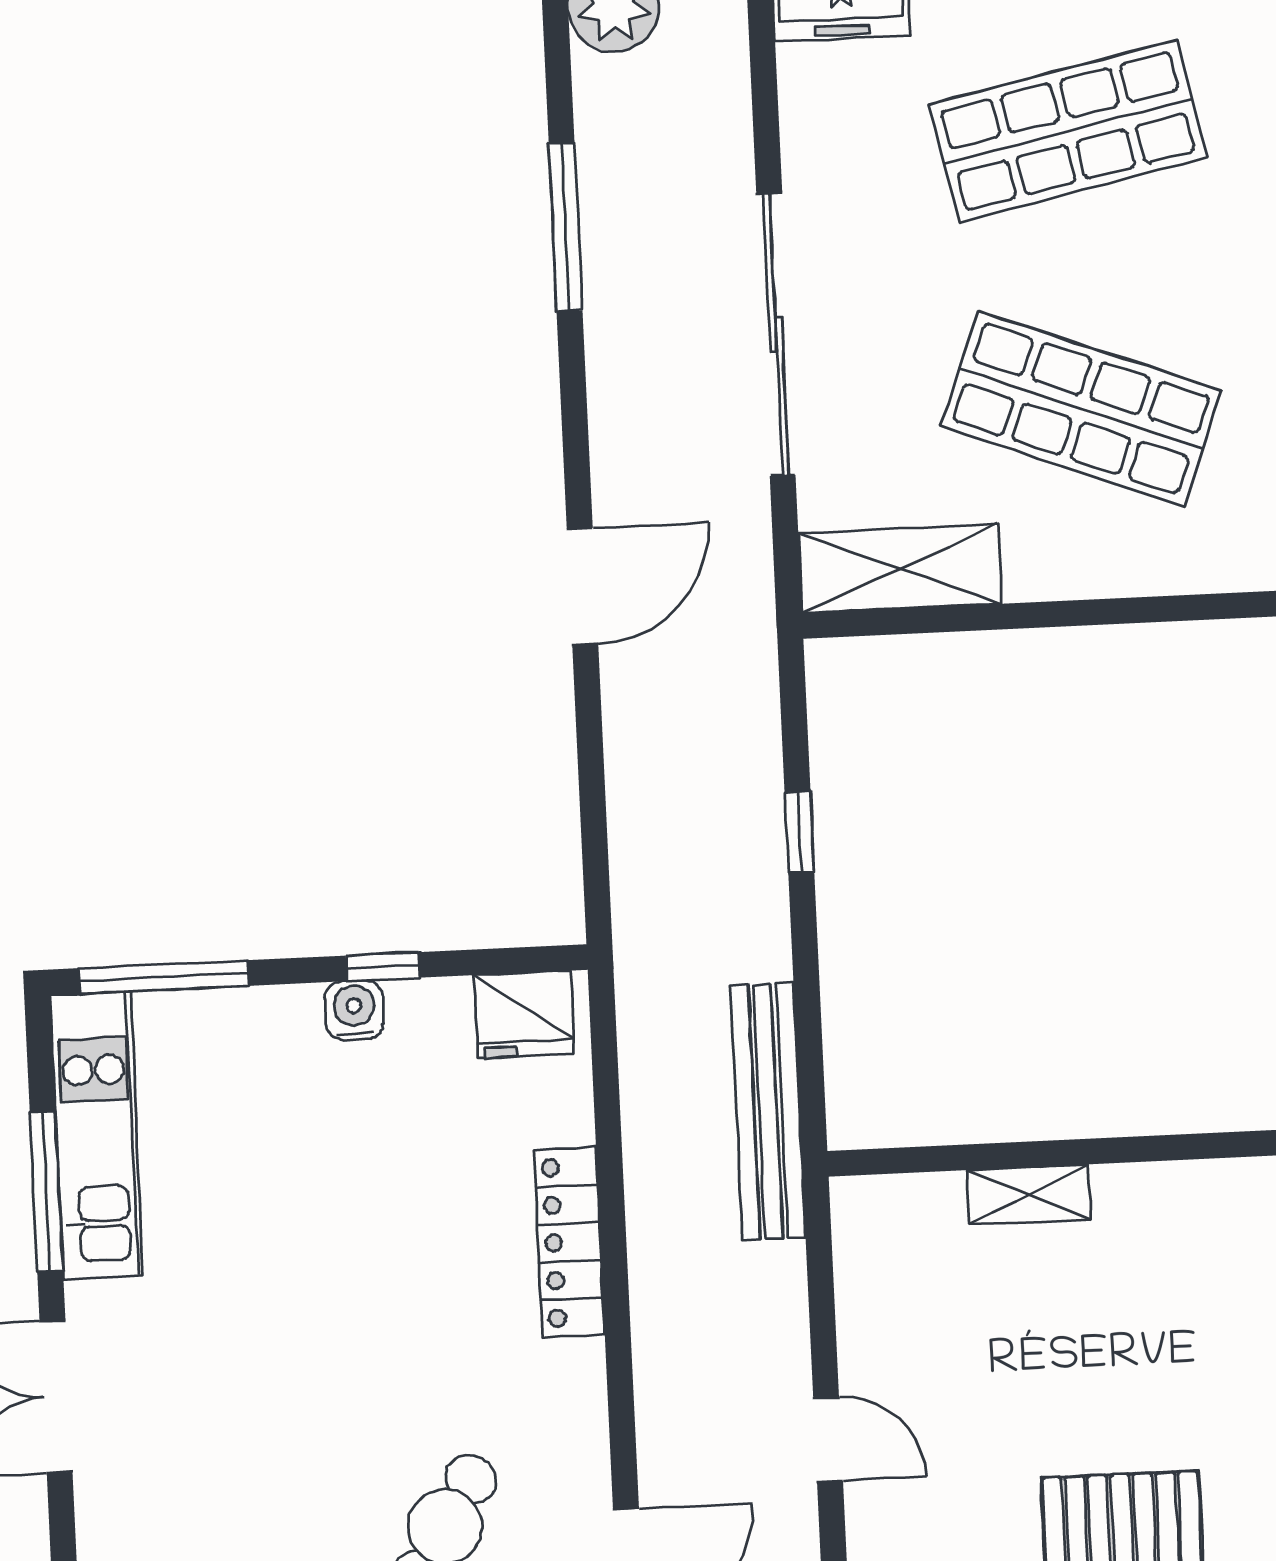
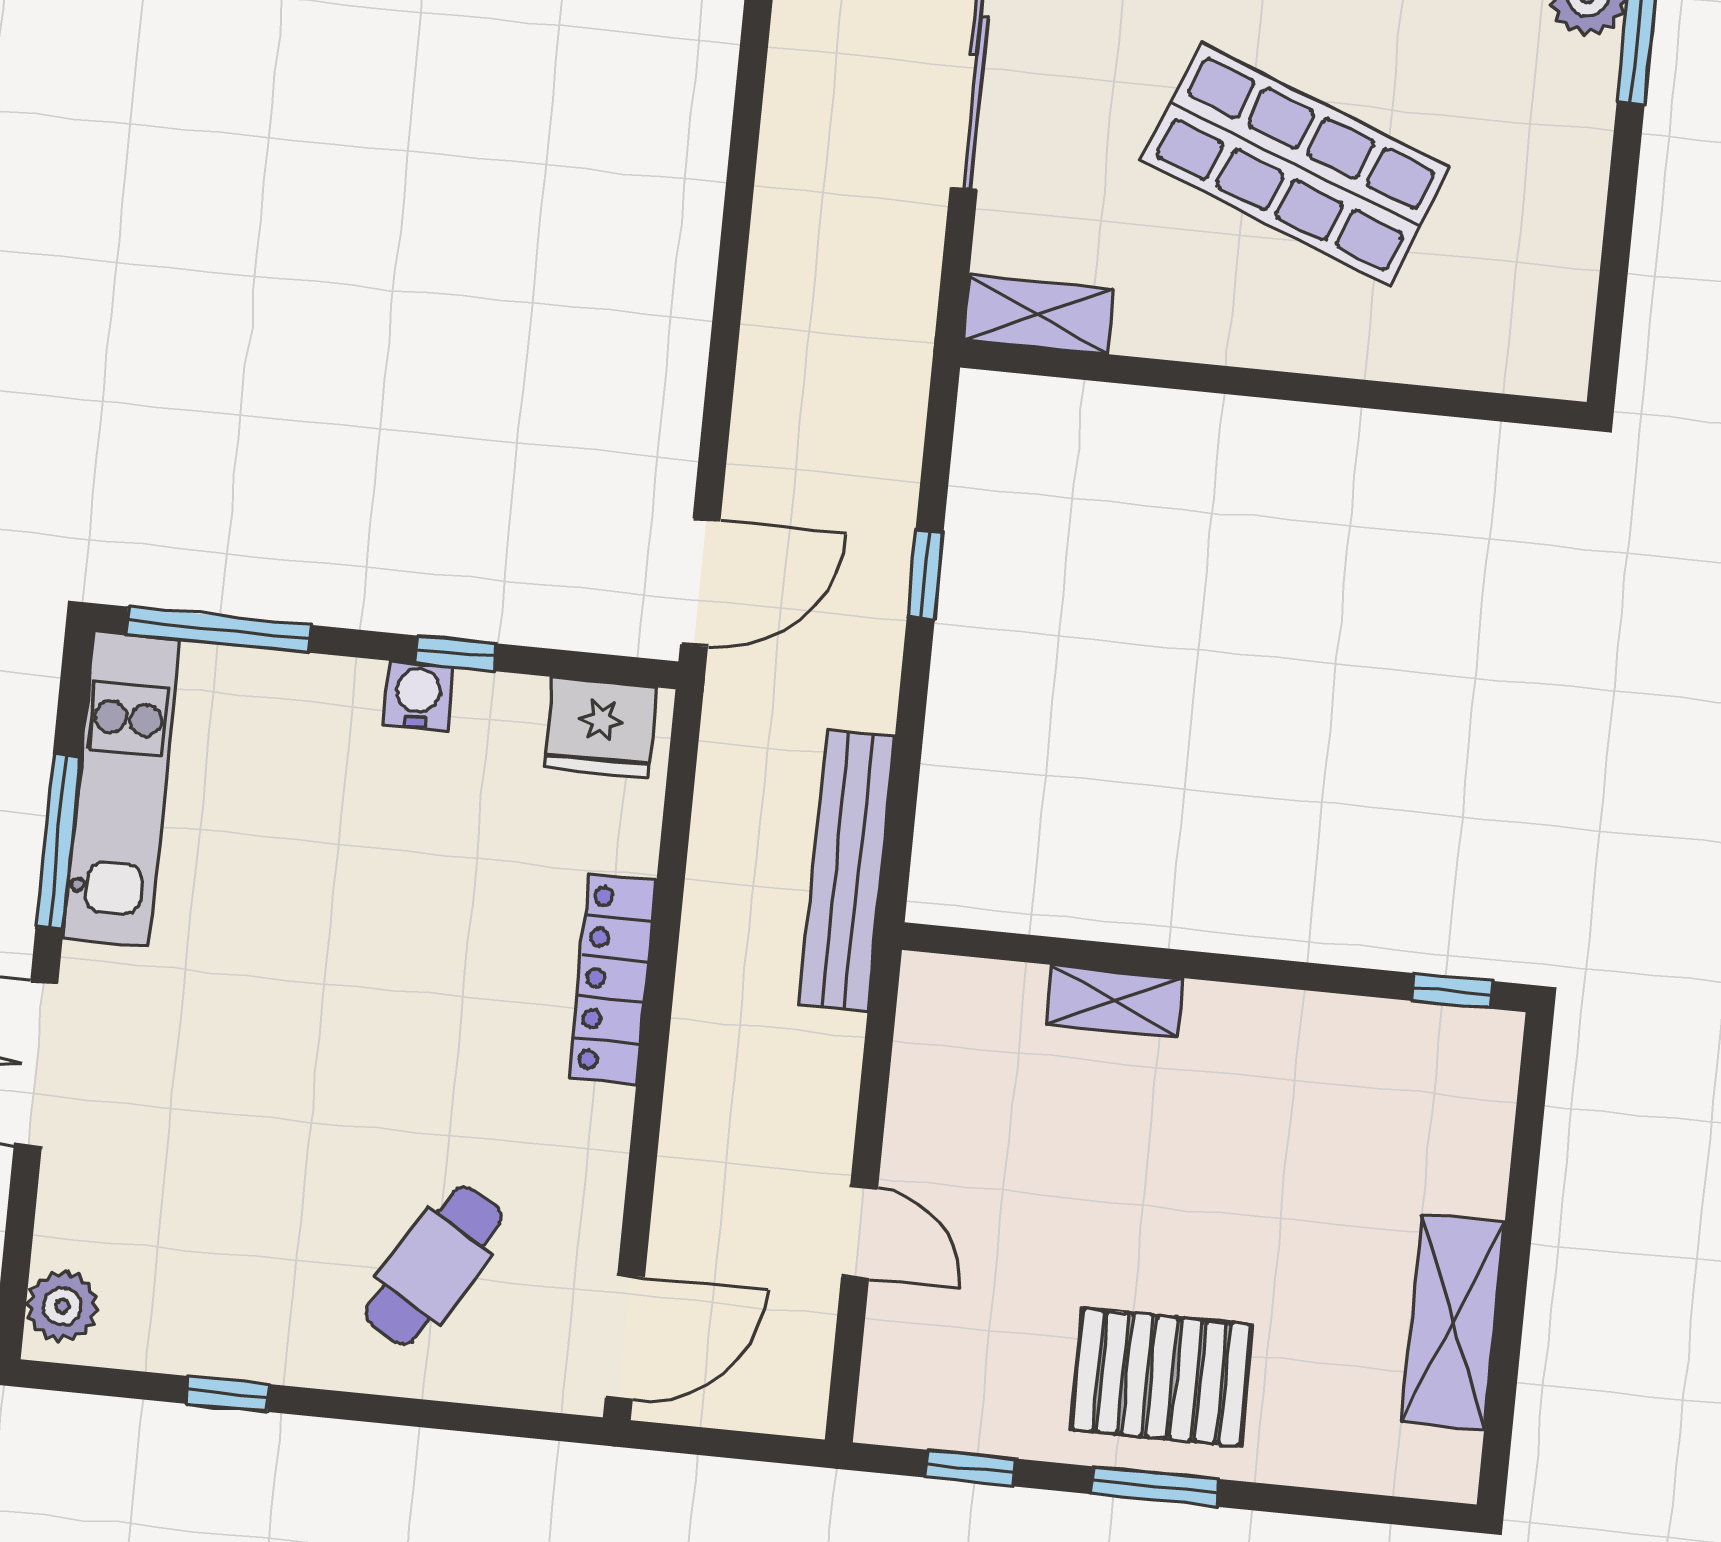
shelving: (900, 569) -> (1038, 315), width x0.67, depth x0.75
door: (582, 587) -> (700, 583), moved

